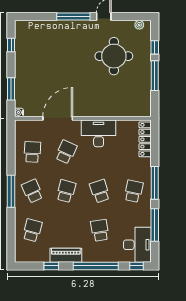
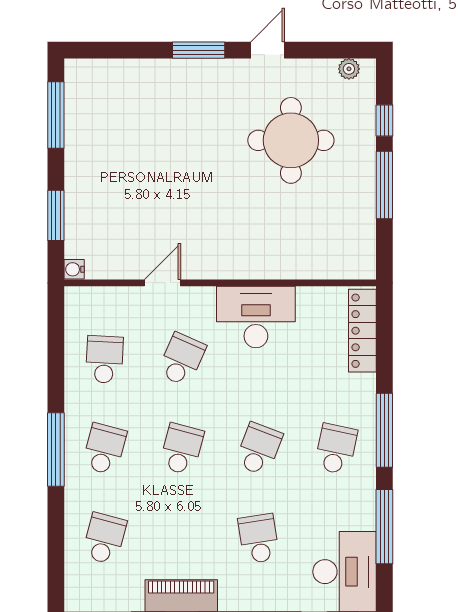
window: (73, 17) -> (199, 50), width x0.69
window: (11, 45) -> (56, 115), width x2.17
door: (58, 118) -> (163, 283), width x0.53
school desk: (32, 191) -> (104, 449), turned 39
school desk: (100, 191) -> (259, 449), turned 39

